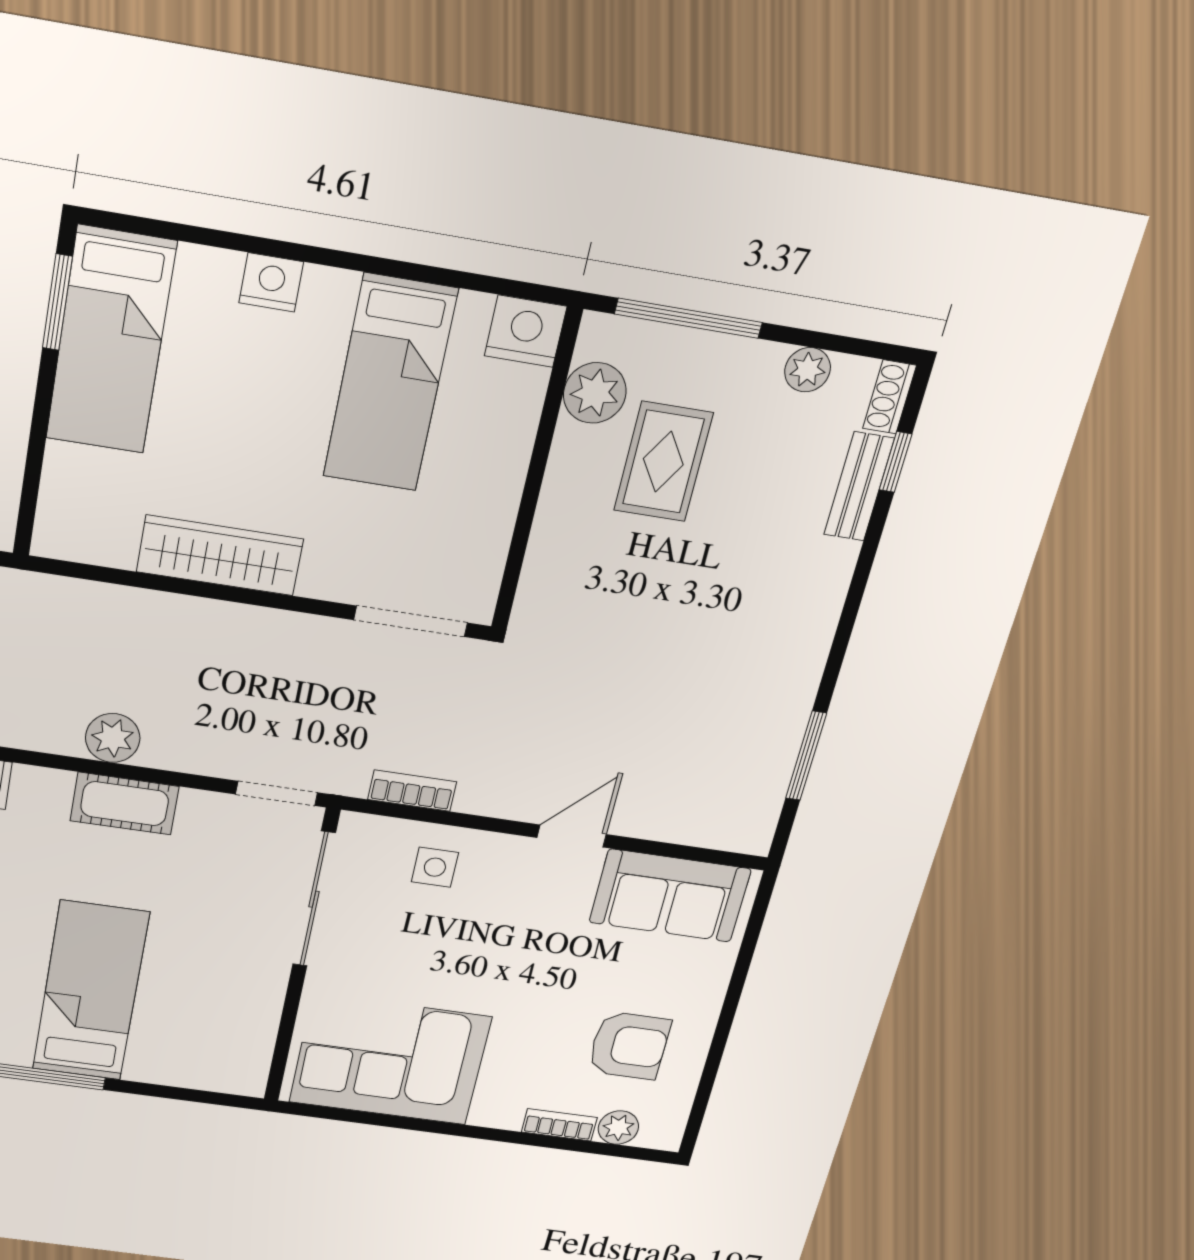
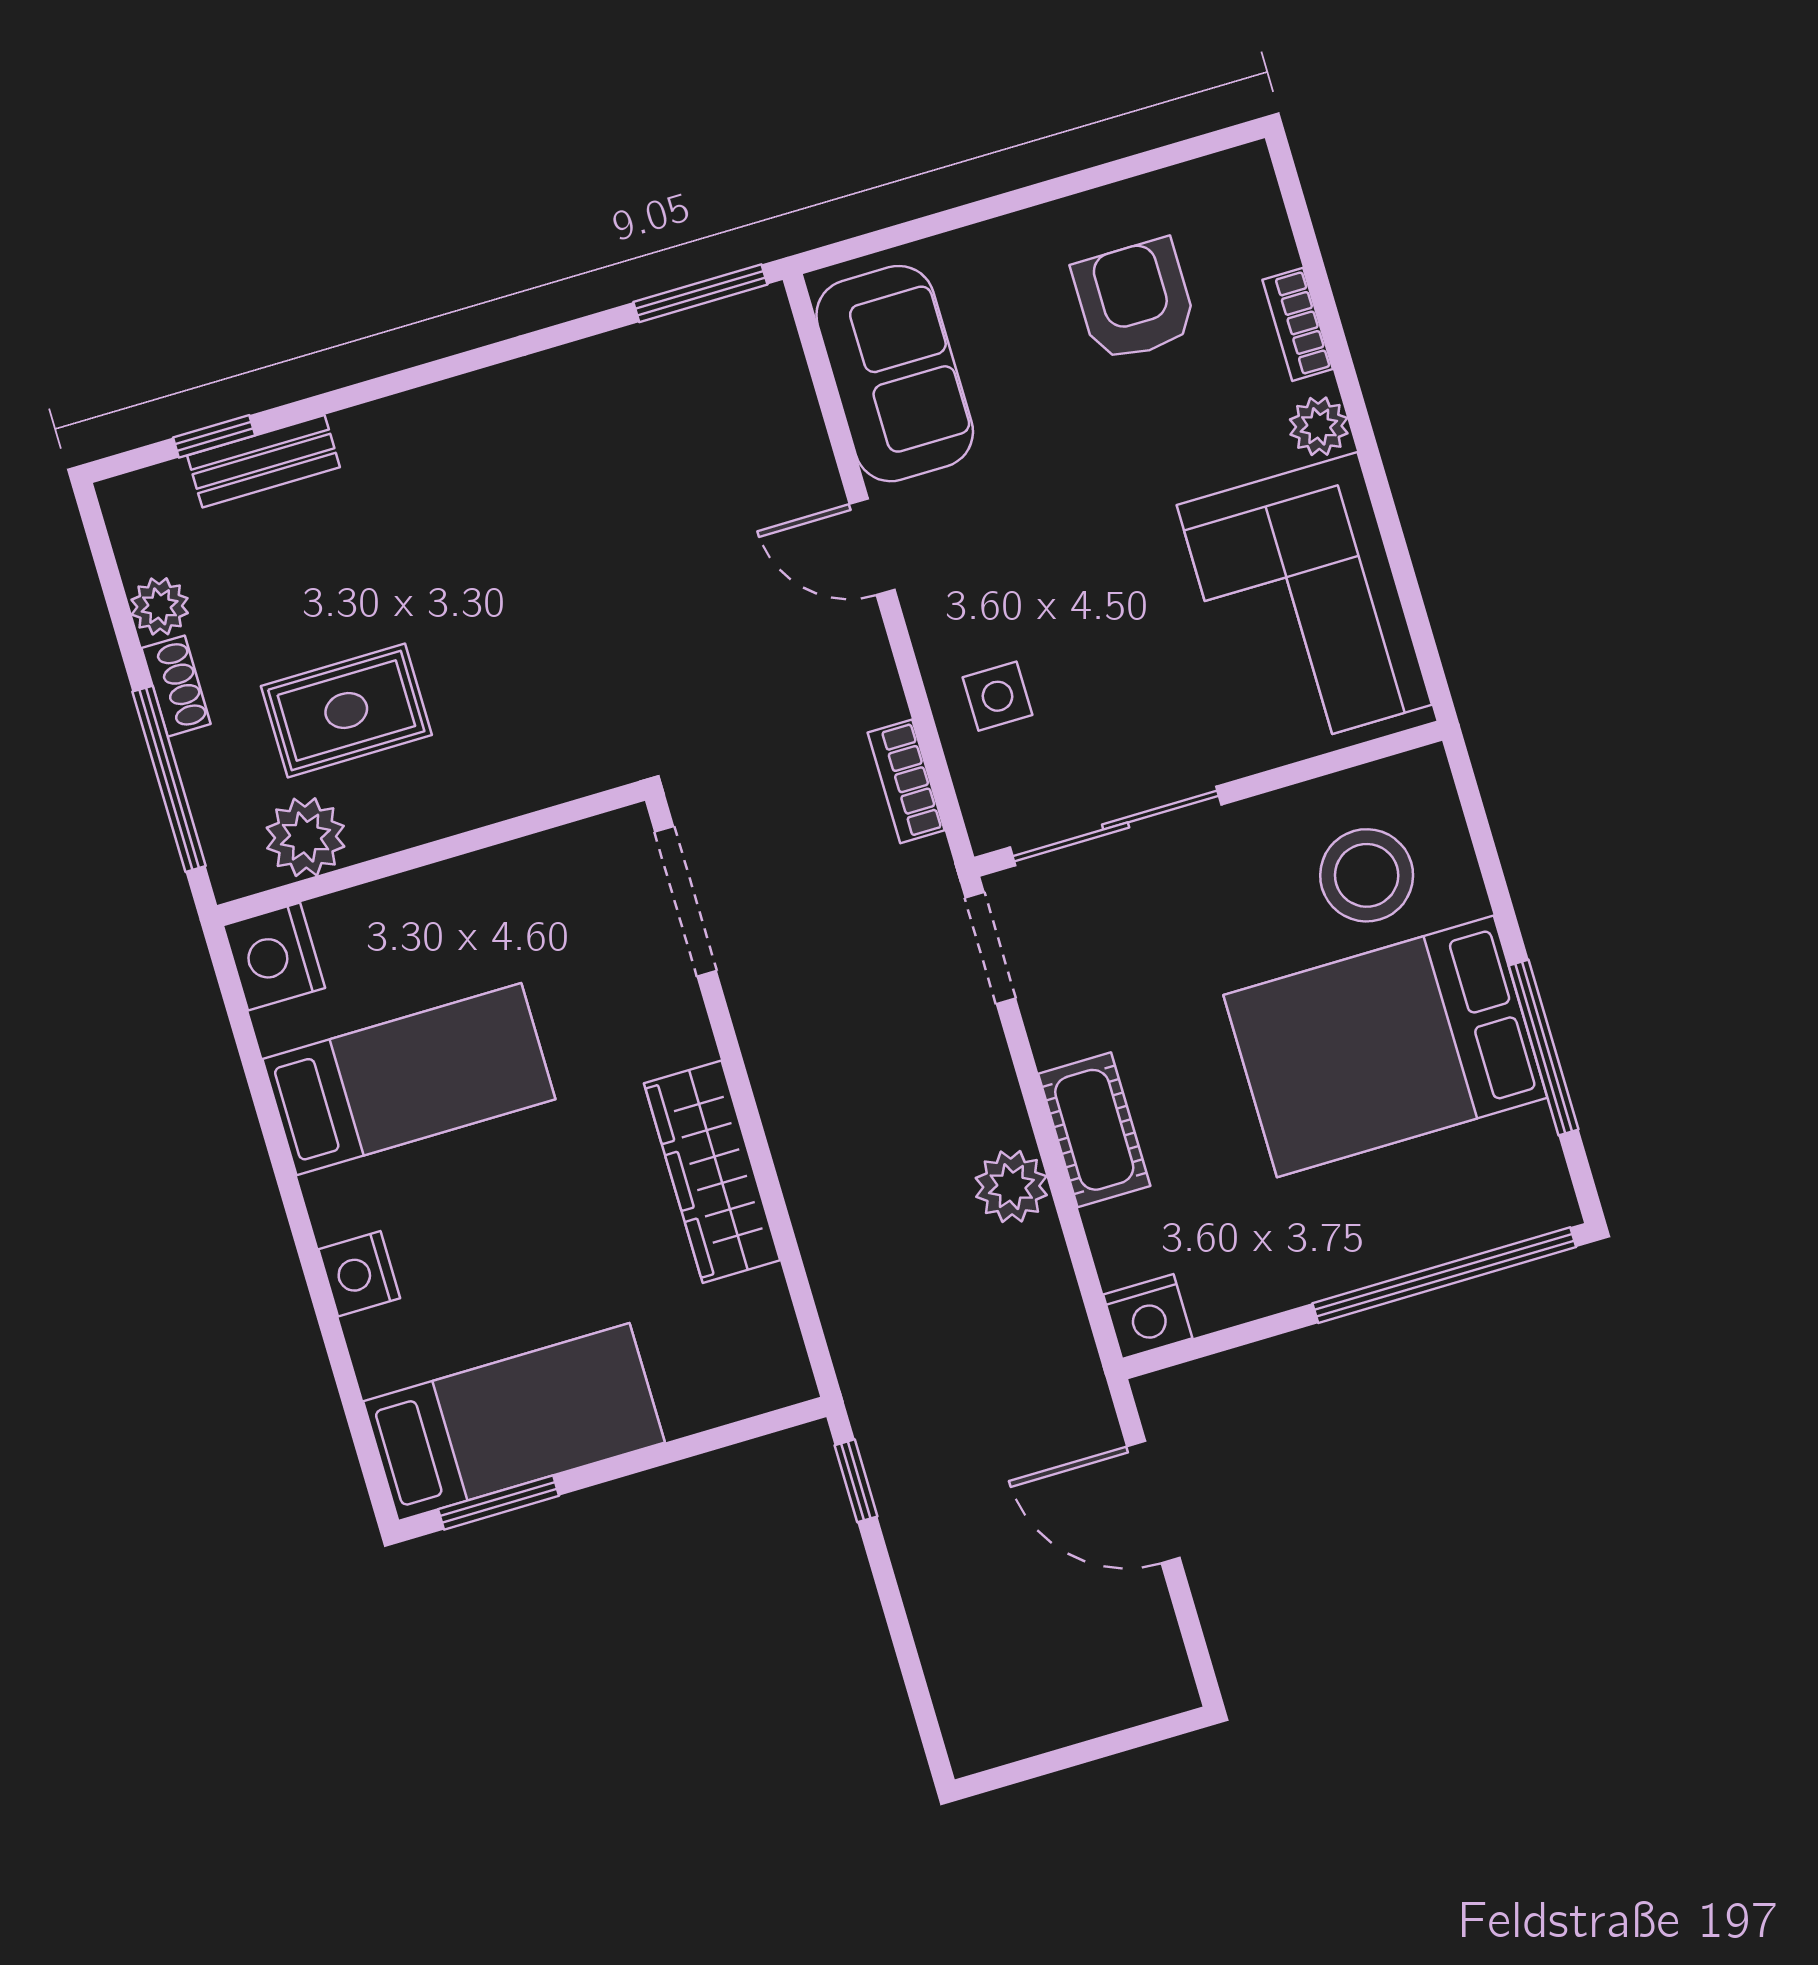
shoe rack: (890, 397) -> (176, 686), moved, turned -90
window: (806, 756) -> (700, 293), moved
bed: (91, 991) -> (1385, 1046), width x1.50
stool: (204, 1025) -> (1367, 875), added
plant: (618, 1128) -> (1319, 426), moved

